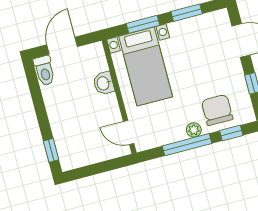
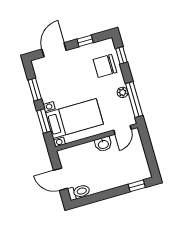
washbasin: (104, 83) -> (103, 144), moved
plant: (194, 130) -> (123, 92), moved
window: (187, 145) -> (134, 99), moved

